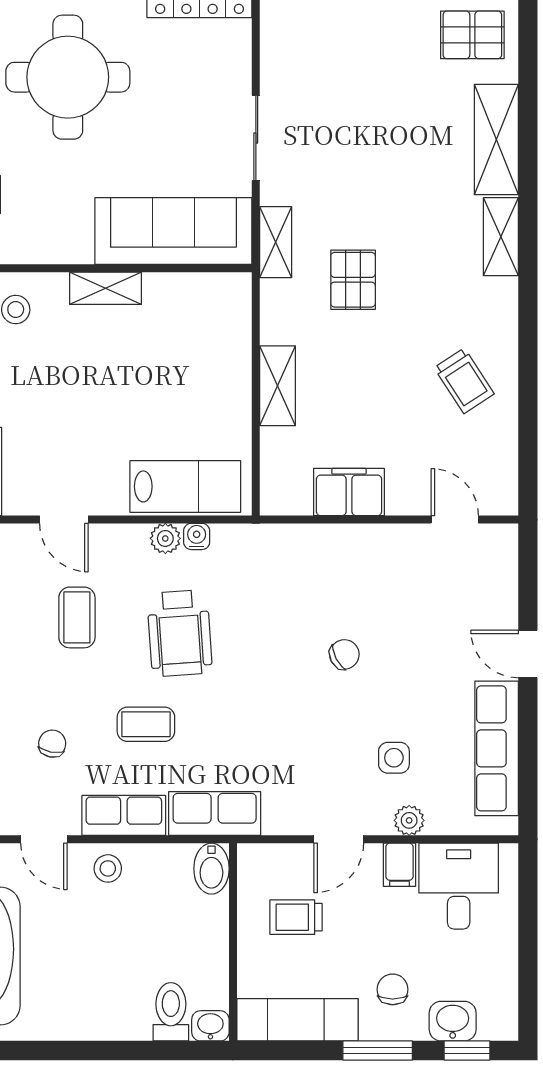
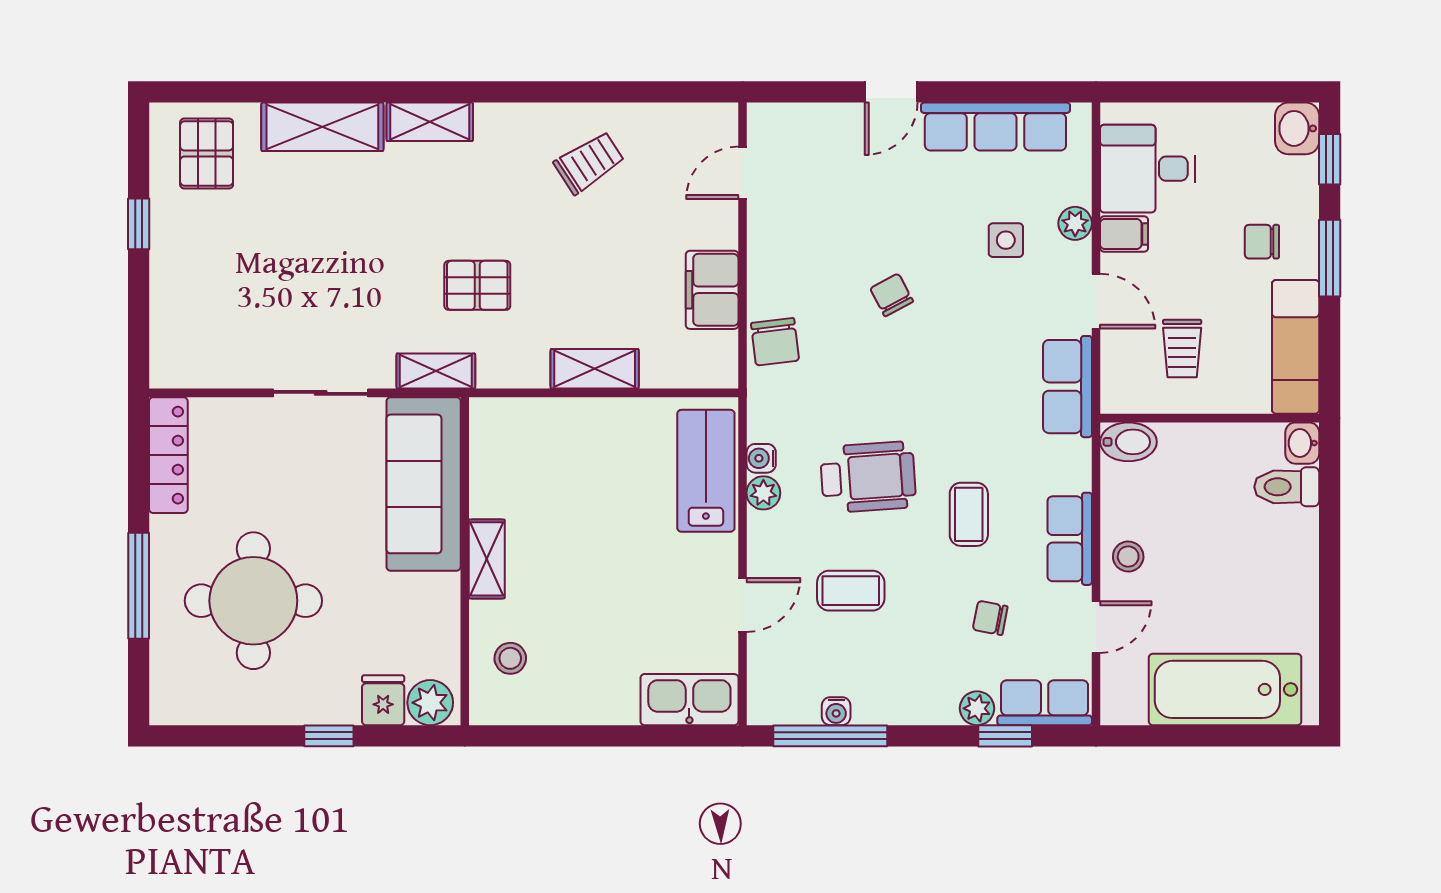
chair: (302, 549) -> (775, 342), added
row of seats: (215, 813) -> (1067, 387), moved
washbasin: (453, 1021) -> (1297, 128), moved

